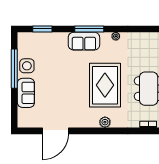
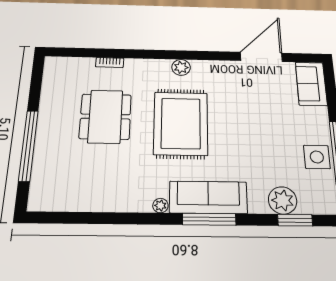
plant: (48, 40) -> (283, 200), added
sofa: (84, 41) -> (208, 197), width x1.36
sofa: (26, 93) -> (311, 84), moved

